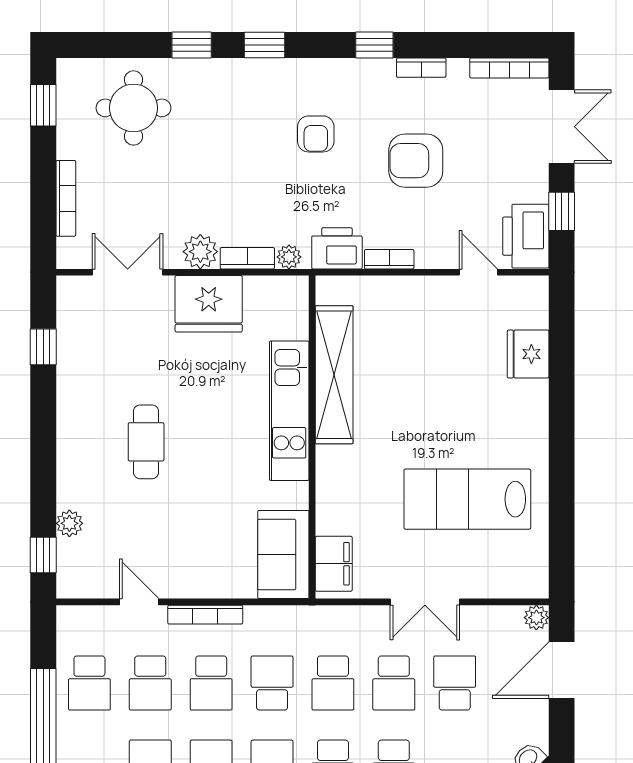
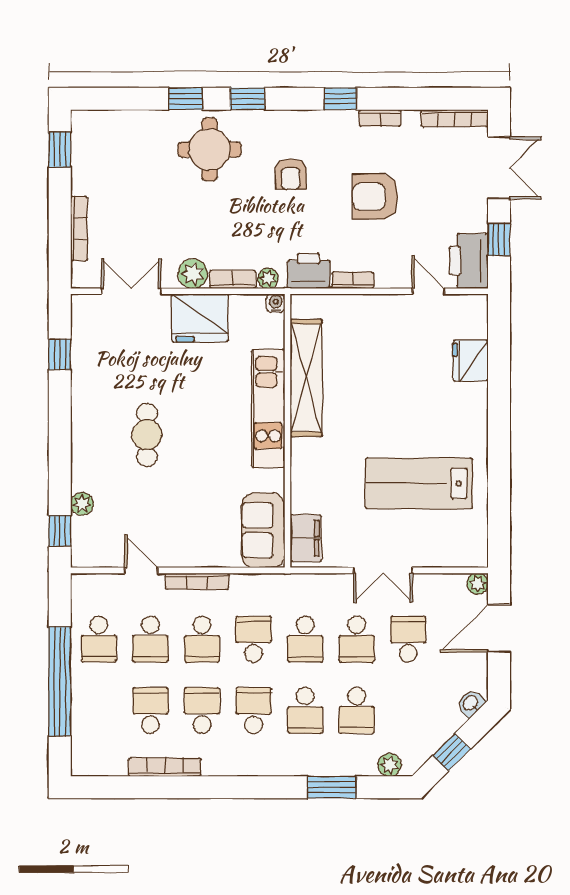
round table: (134, 108) -> (210, 149), moved
water cooler: (298, 286) -> (276, 303), added

